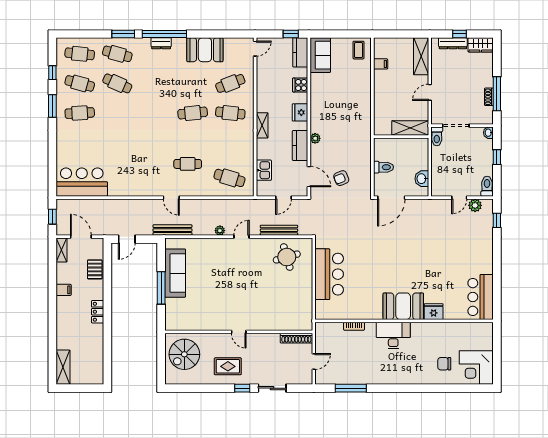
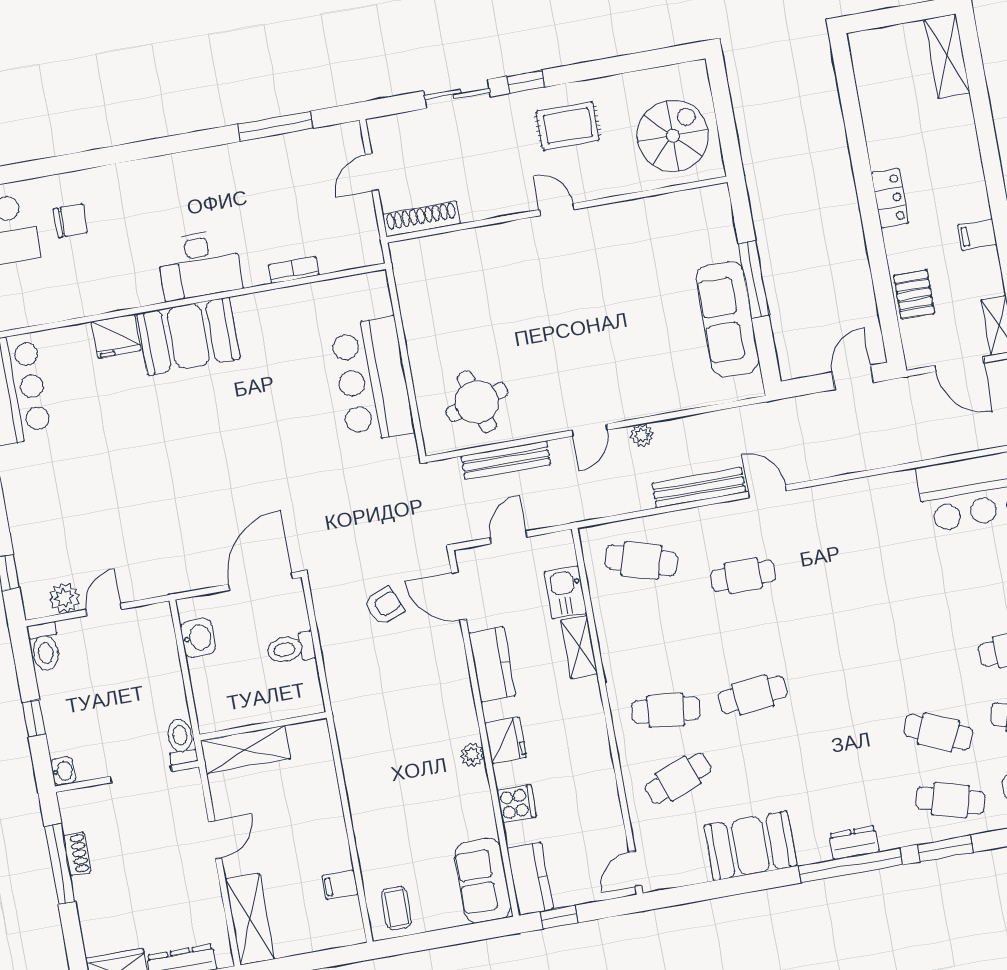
shelving: (262, 125) -> (579, 647), moved
plant: (315, 138) -> (472, 755), moved
bench: (172, 230) -> (699, 488), moved

